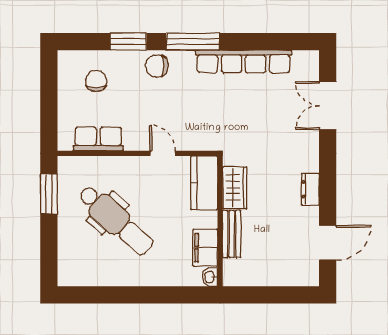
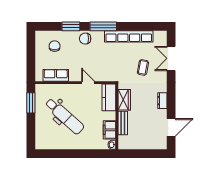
coffee table: (272, 123) -> (143, 67), added

